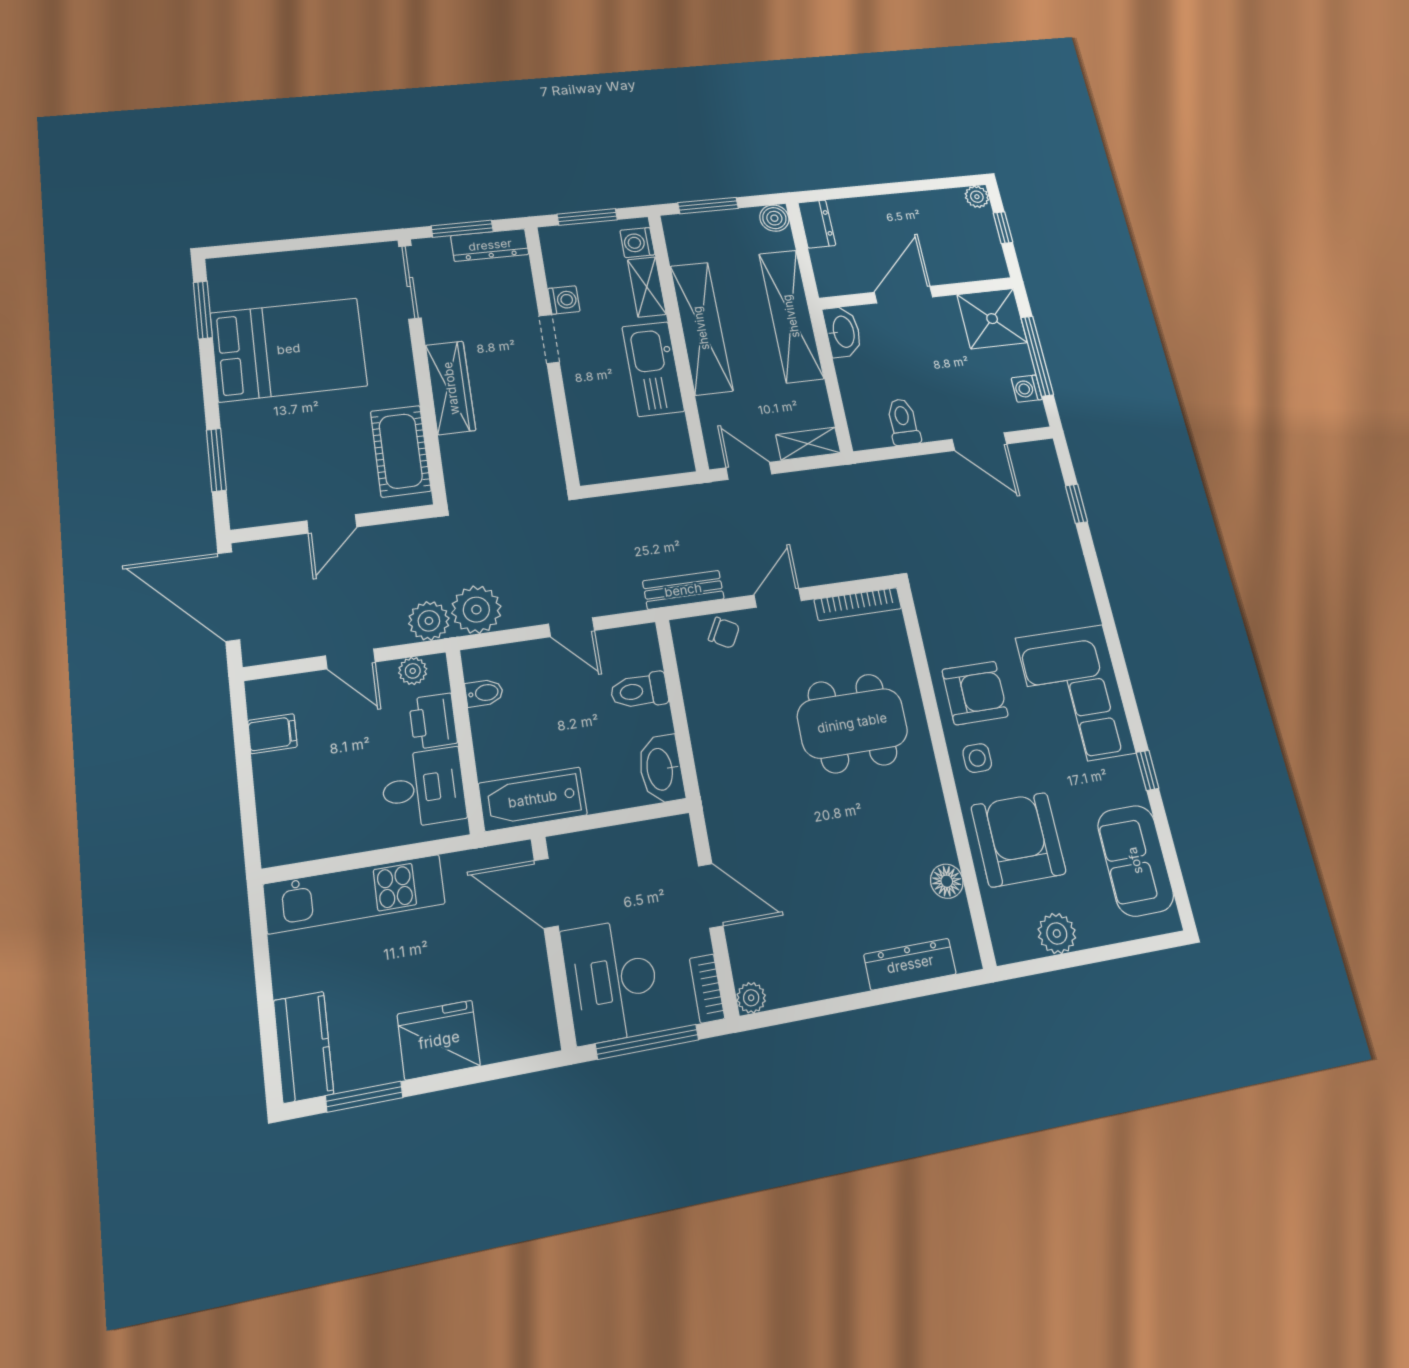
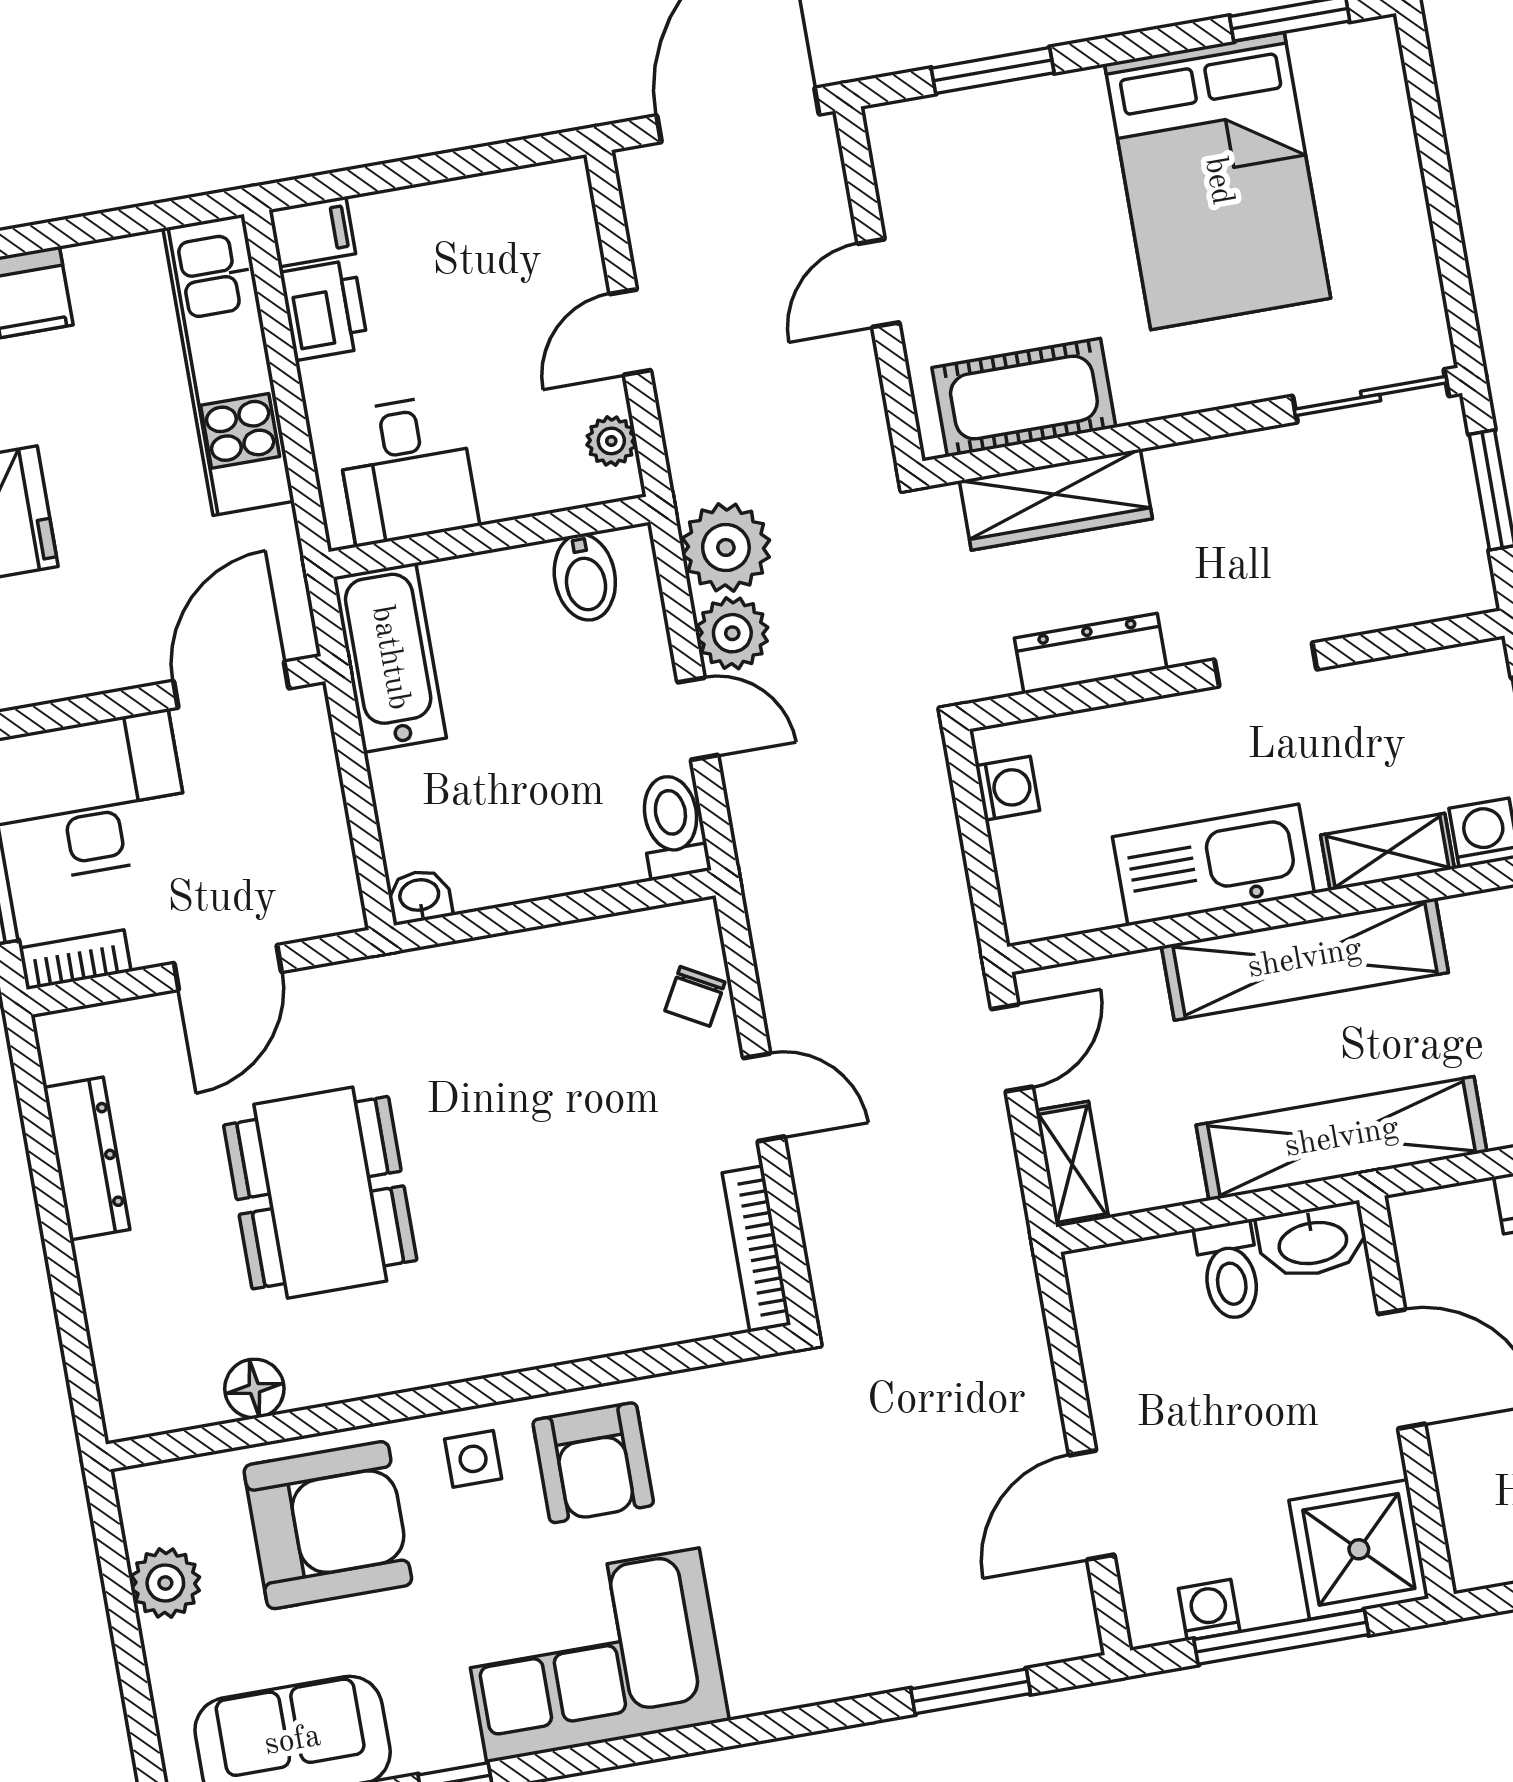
dresser: (490, 245) -> (1091, 653), moved, turned 90
washing machine: (564, 300) -> (1008, 788), moved, turned -90
wardrobe: (451, 388) -> (1056, 500), moved
toilet: (903, 422) -> (1229, 1271), moved, turned 90
window: (1076, 504) -> (971, 1691), width x1.50
door: (332, 524) -> (878, 283), hinge flipped
bench: (683, 590) -> (774, 922), removed
plant: (429, 621) -> (732, 633), moved
door: (572, 627) -> (698, 719), swing flipped
toilet: (639, 691) -> (673, 826), moved
bidet: (484, 693) -> (585, 577), width x1.38, depth x1.36
printer: (433, 721) -> (324, 310), moved, turned 90
dining table: (852, 723) -> (320, 1193), moved
filing cabinet: (272, 734) -> (312, 232), moved, turned -90
washbasin: (661, 769) -> (419, 896), width x0.52, depth x0.69
dresser: (910, 964) -> (87, 1158), moved
plant: (751, 998) -> (60, 1035), removed

